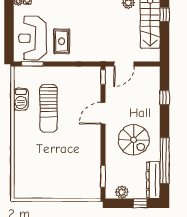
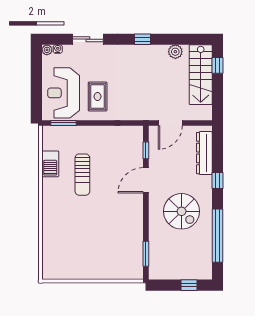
window: (103, 77) -> (146, 150), moved
window: (165, 98) -> (217, 180), moved
sun lounger: (49, 108) -> (82, 175), width x0.73, depth x0.75
dresser: (153, 180) -> (204, 153), moved
plant: (122, 192) -> (168, 272), removed

